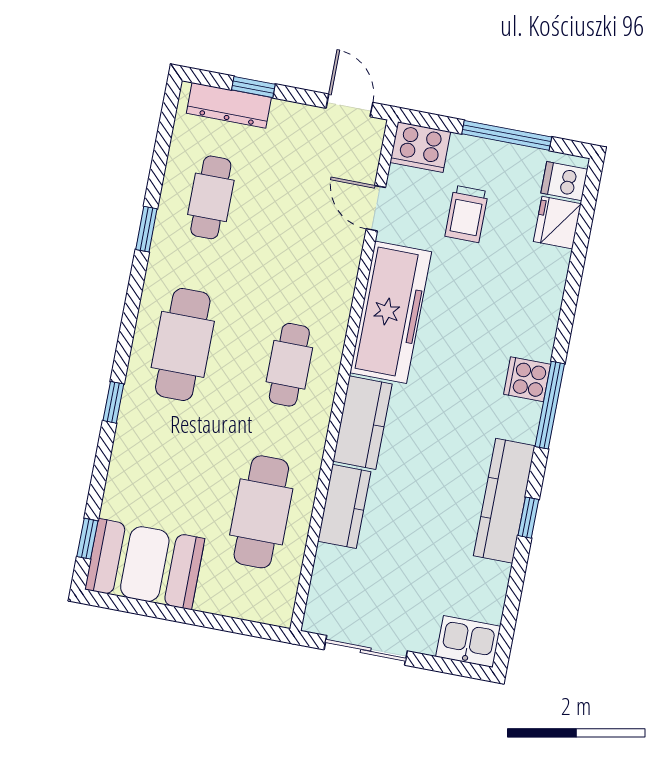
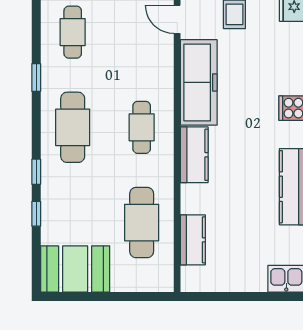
window: (146, 229) -> (36, 78), moved
kitchen counter: (344, 506) -> (193, 240), moved
window: (87, 539) -> (36, 214), moved
sliding door: (366, 650) -> (223, 297), removed

